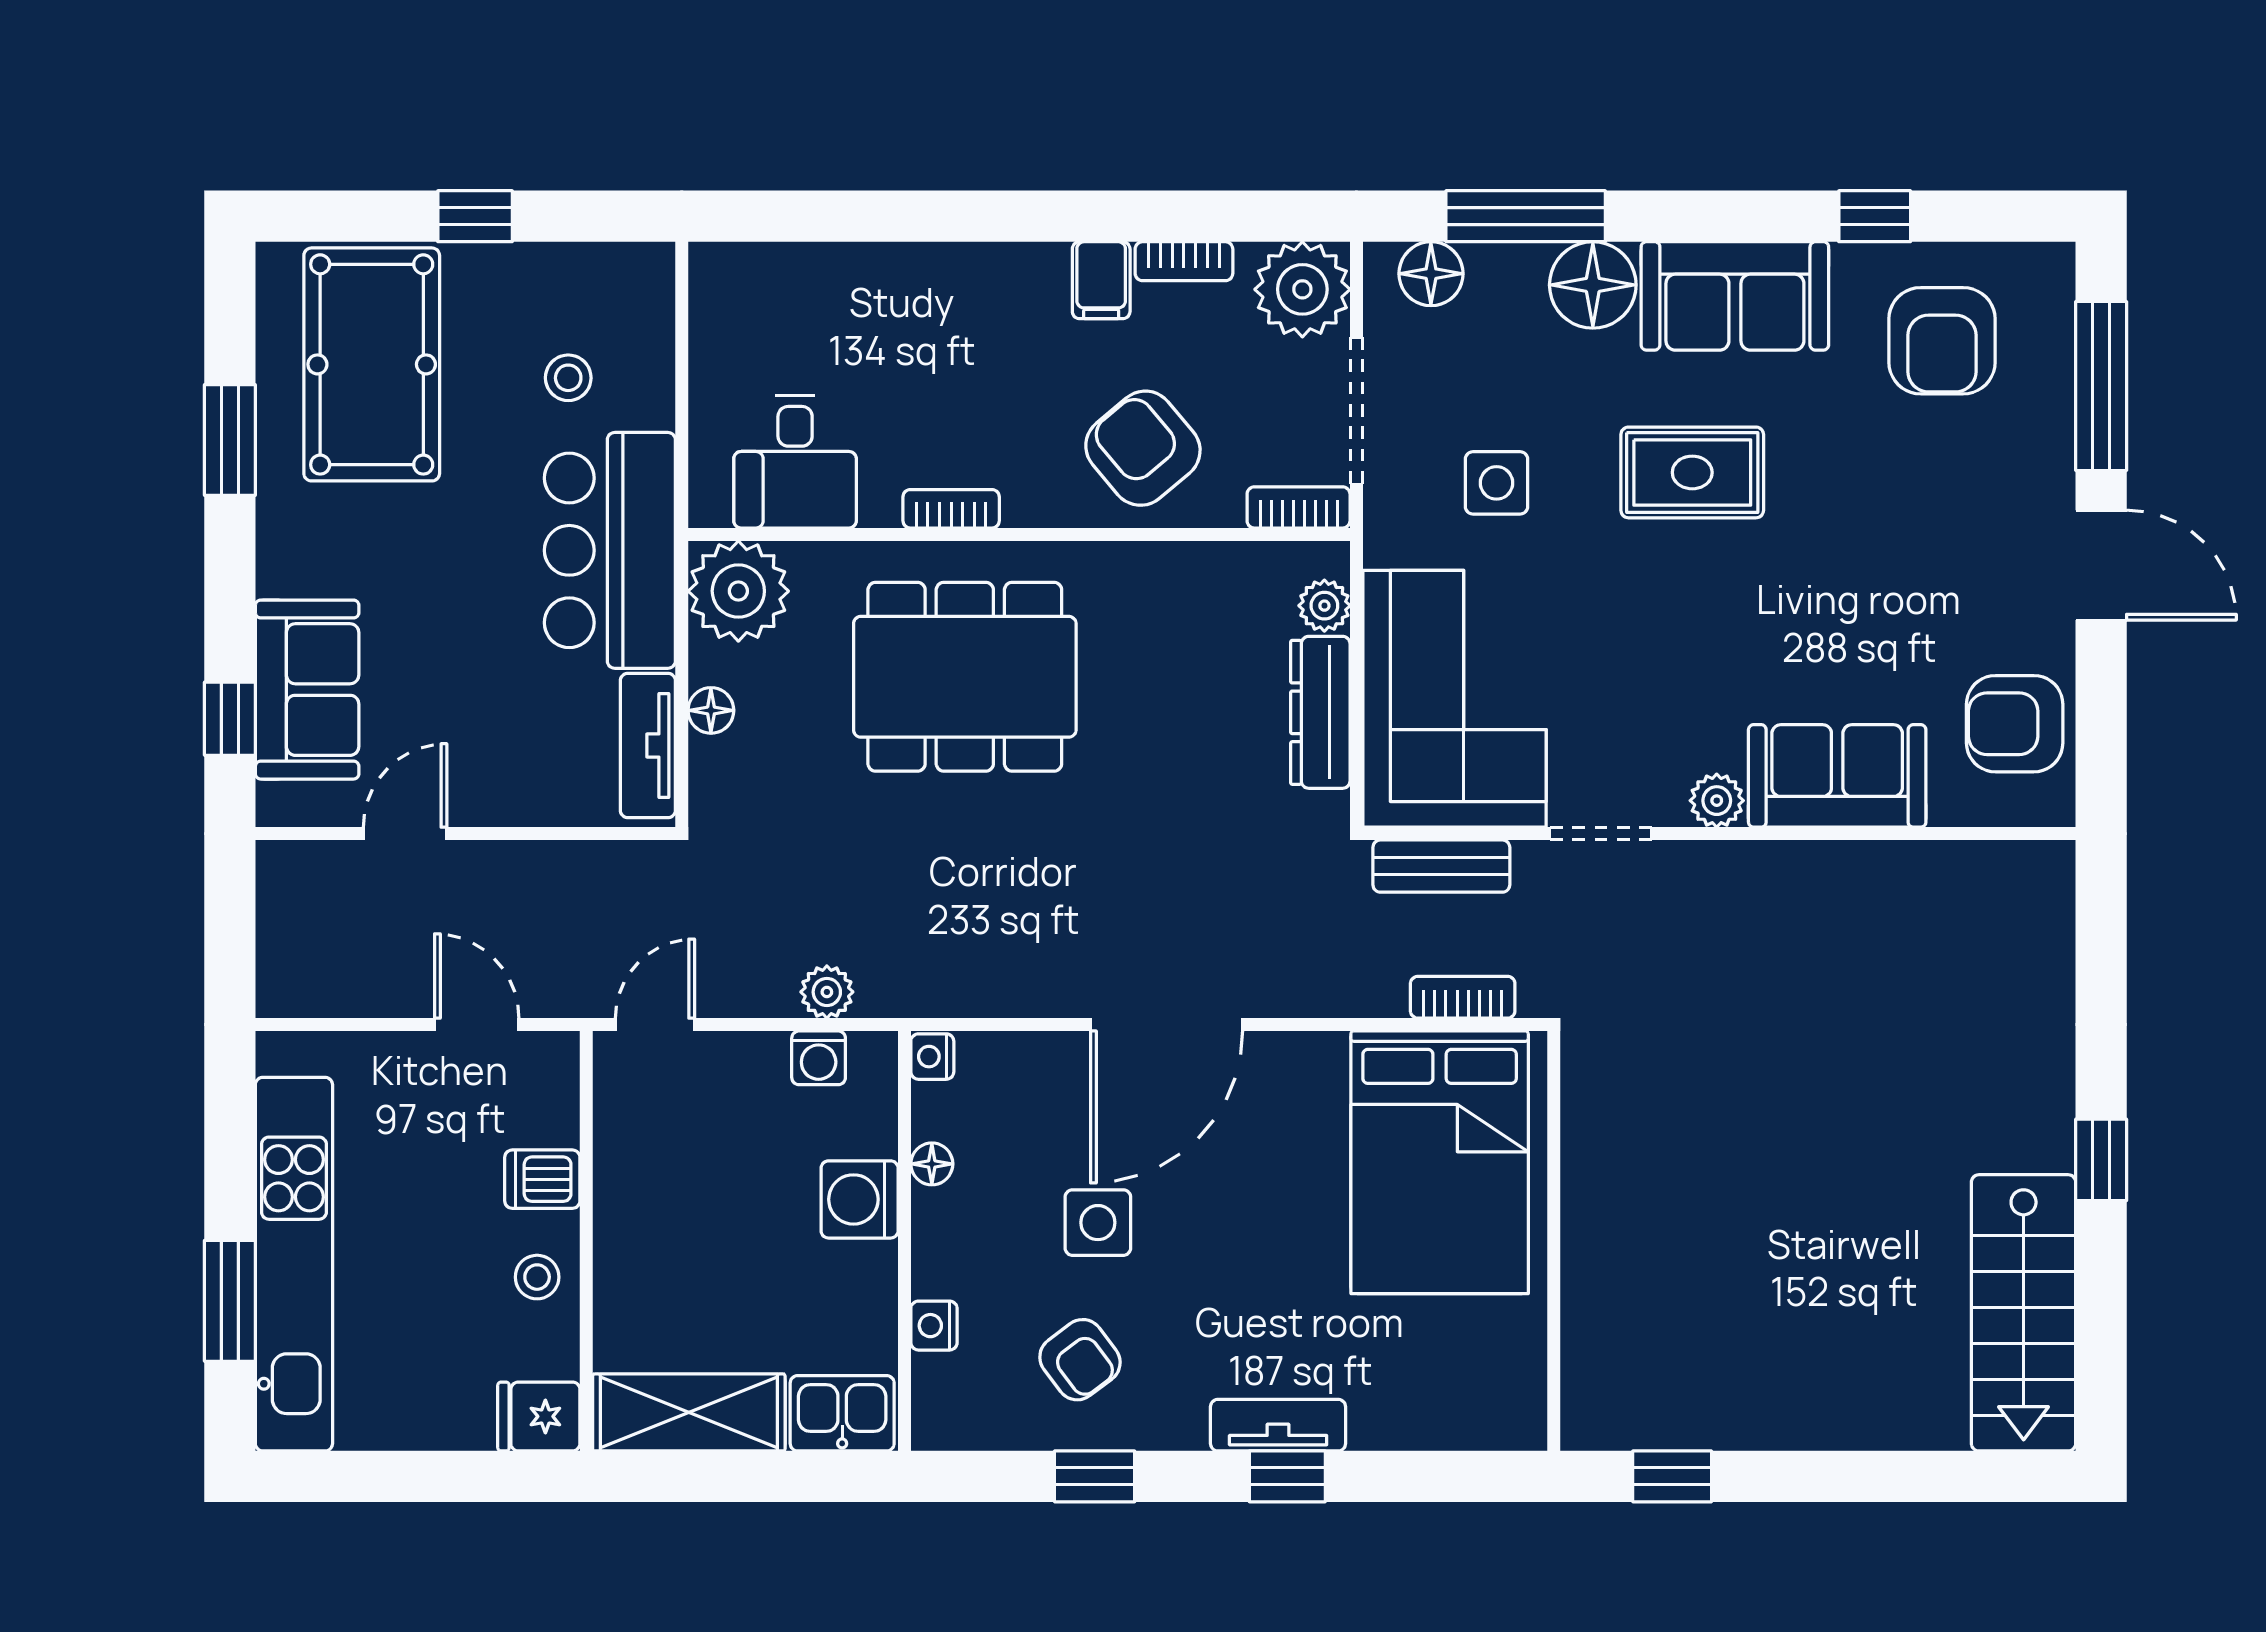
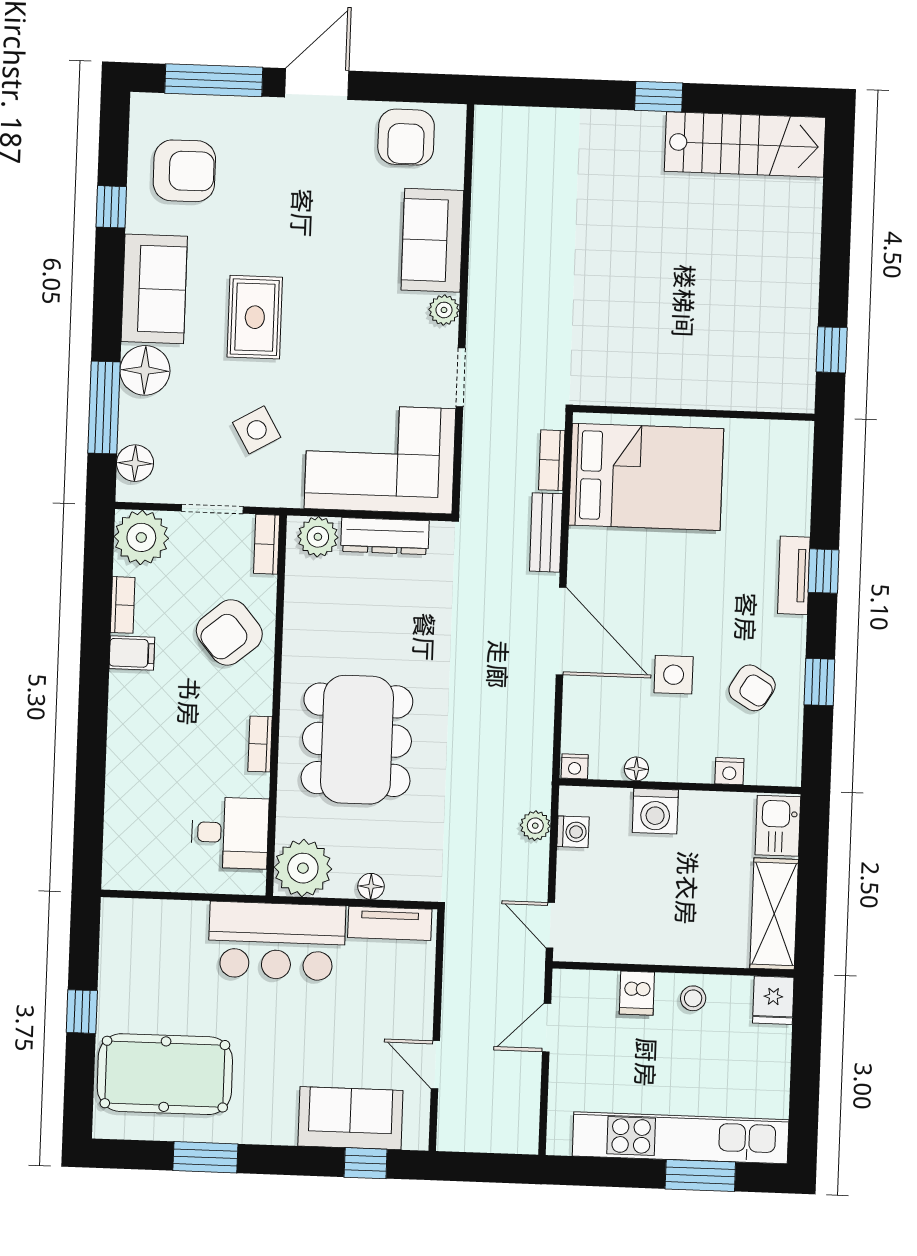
stool: (568, 378) -> (177, 961), removed
doorway: (1356, 411) -> (212, 509), width x0.73
side table: (1497, 483) -> (257, 430), turned -30
plant: (1324, 606) -> (318, 537), width x1.38, depth x1.38
bench: (1441, 866) -> (546, 532), moved
armchair: (1080, 1360) -> (752, 688), turned 68

